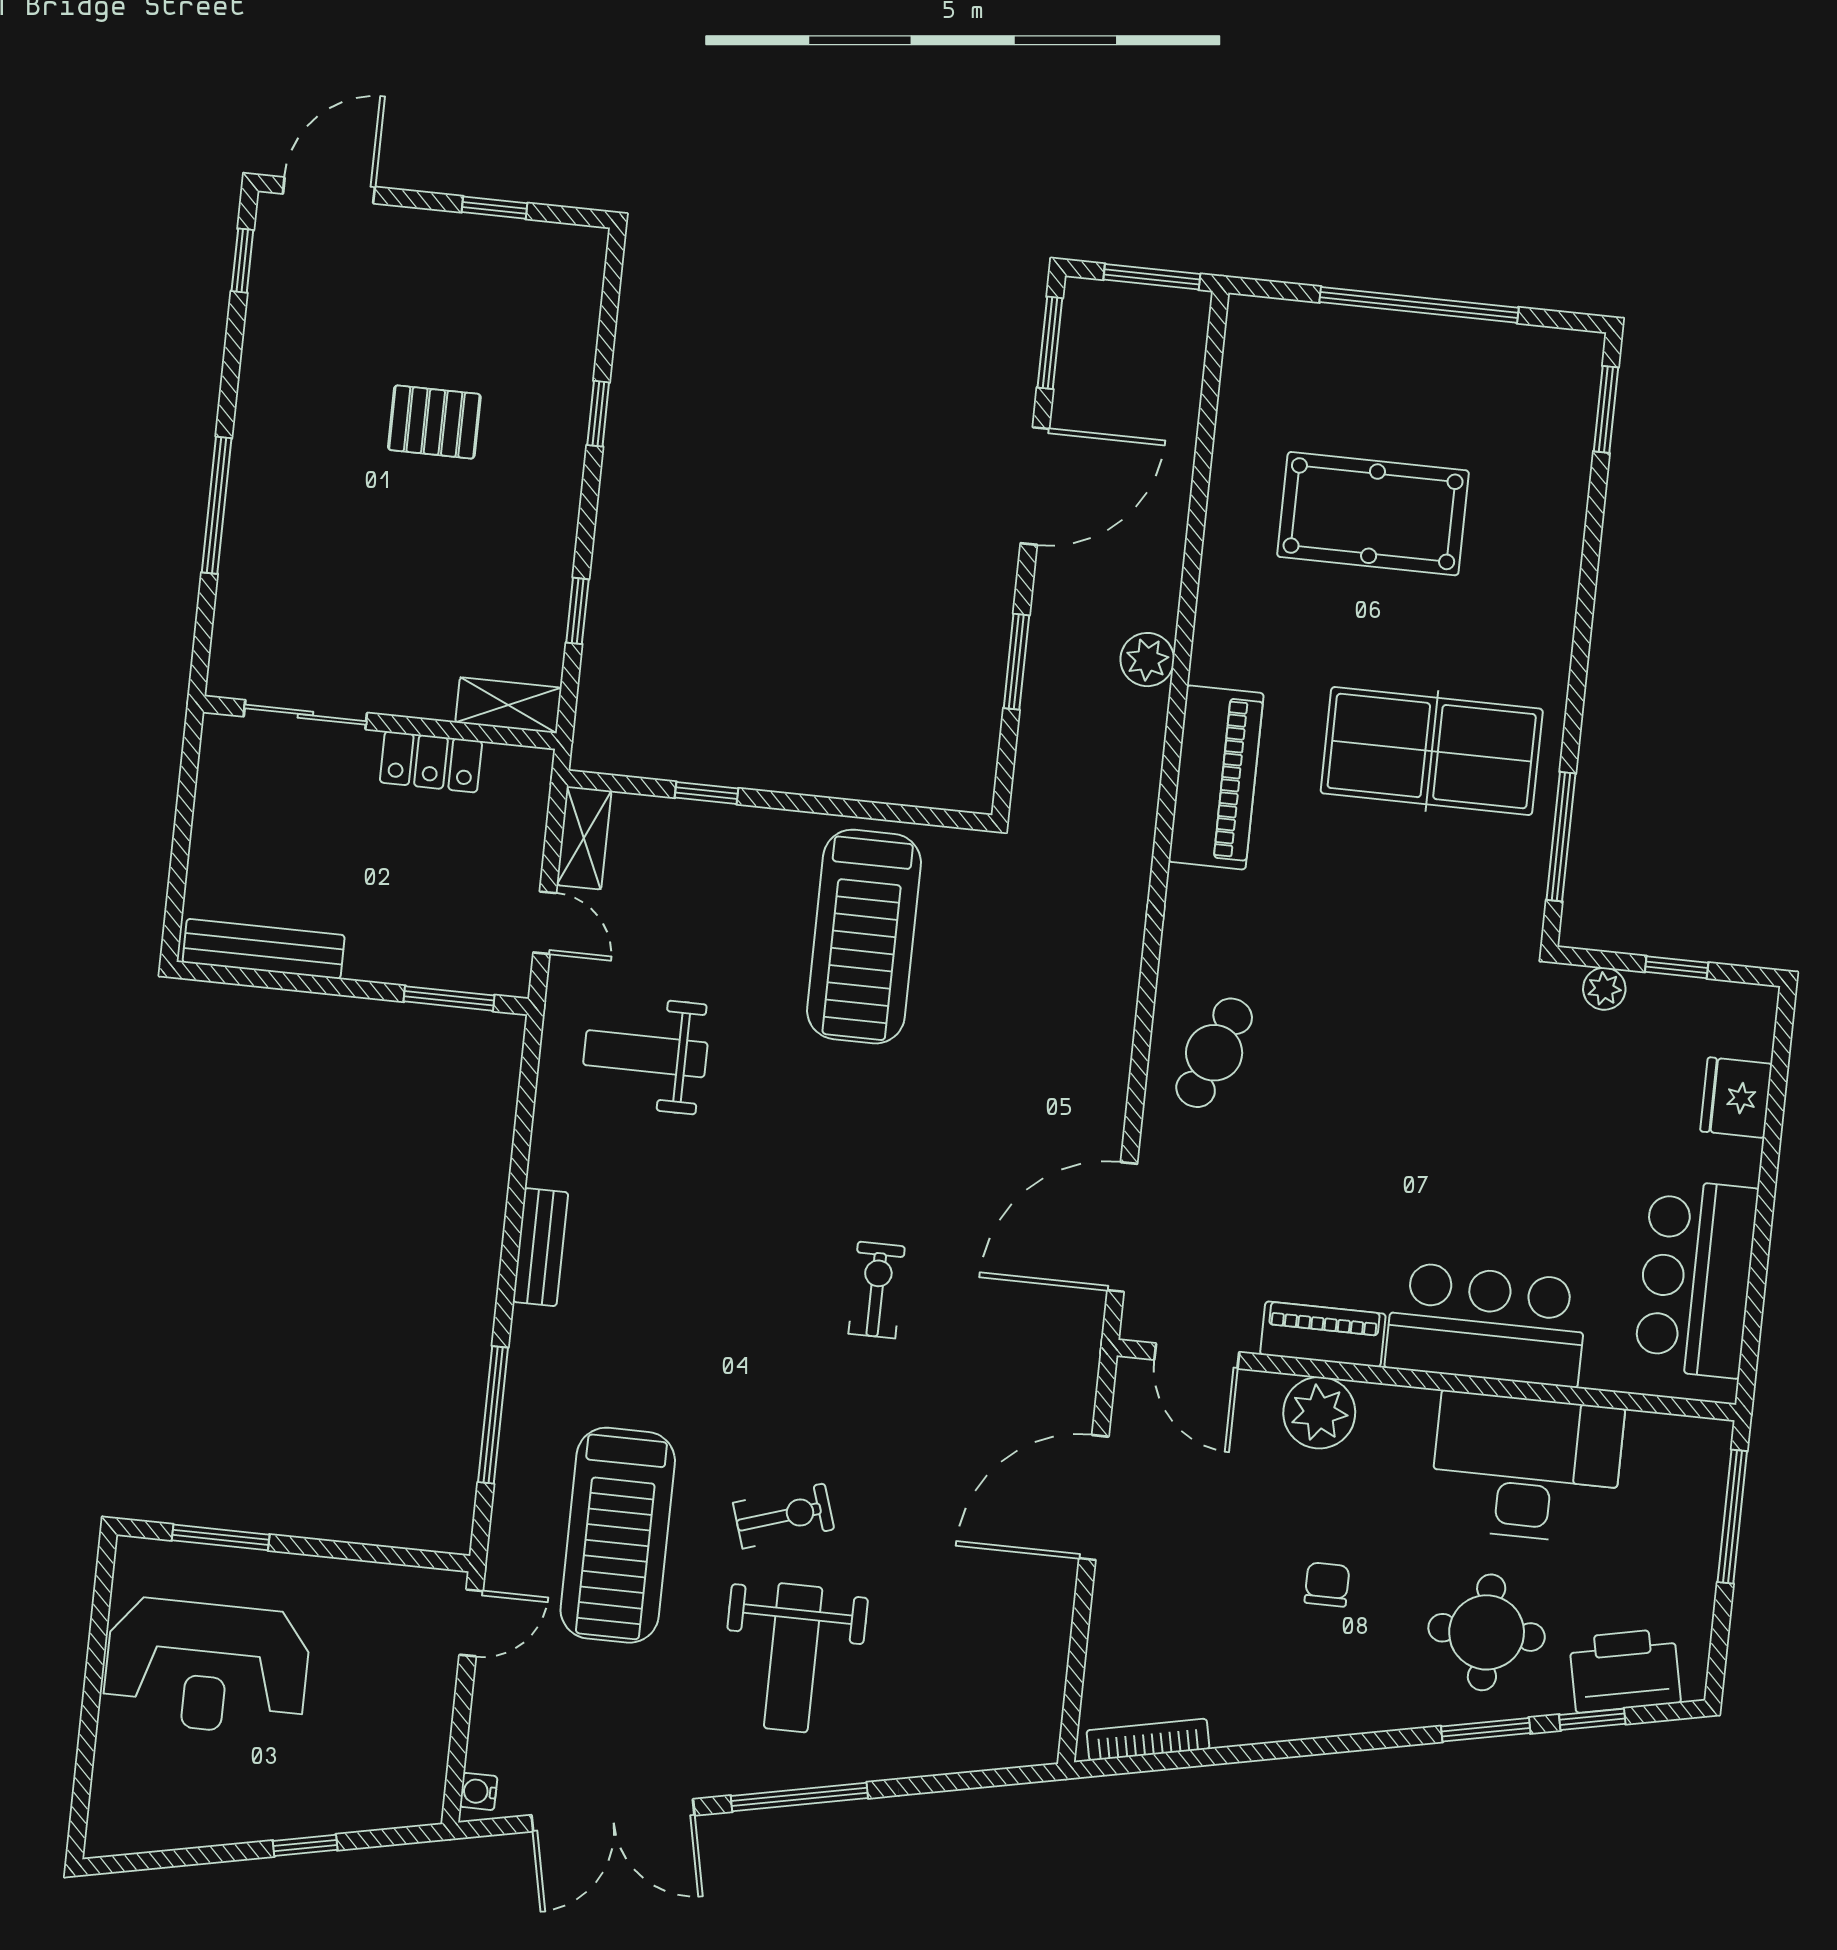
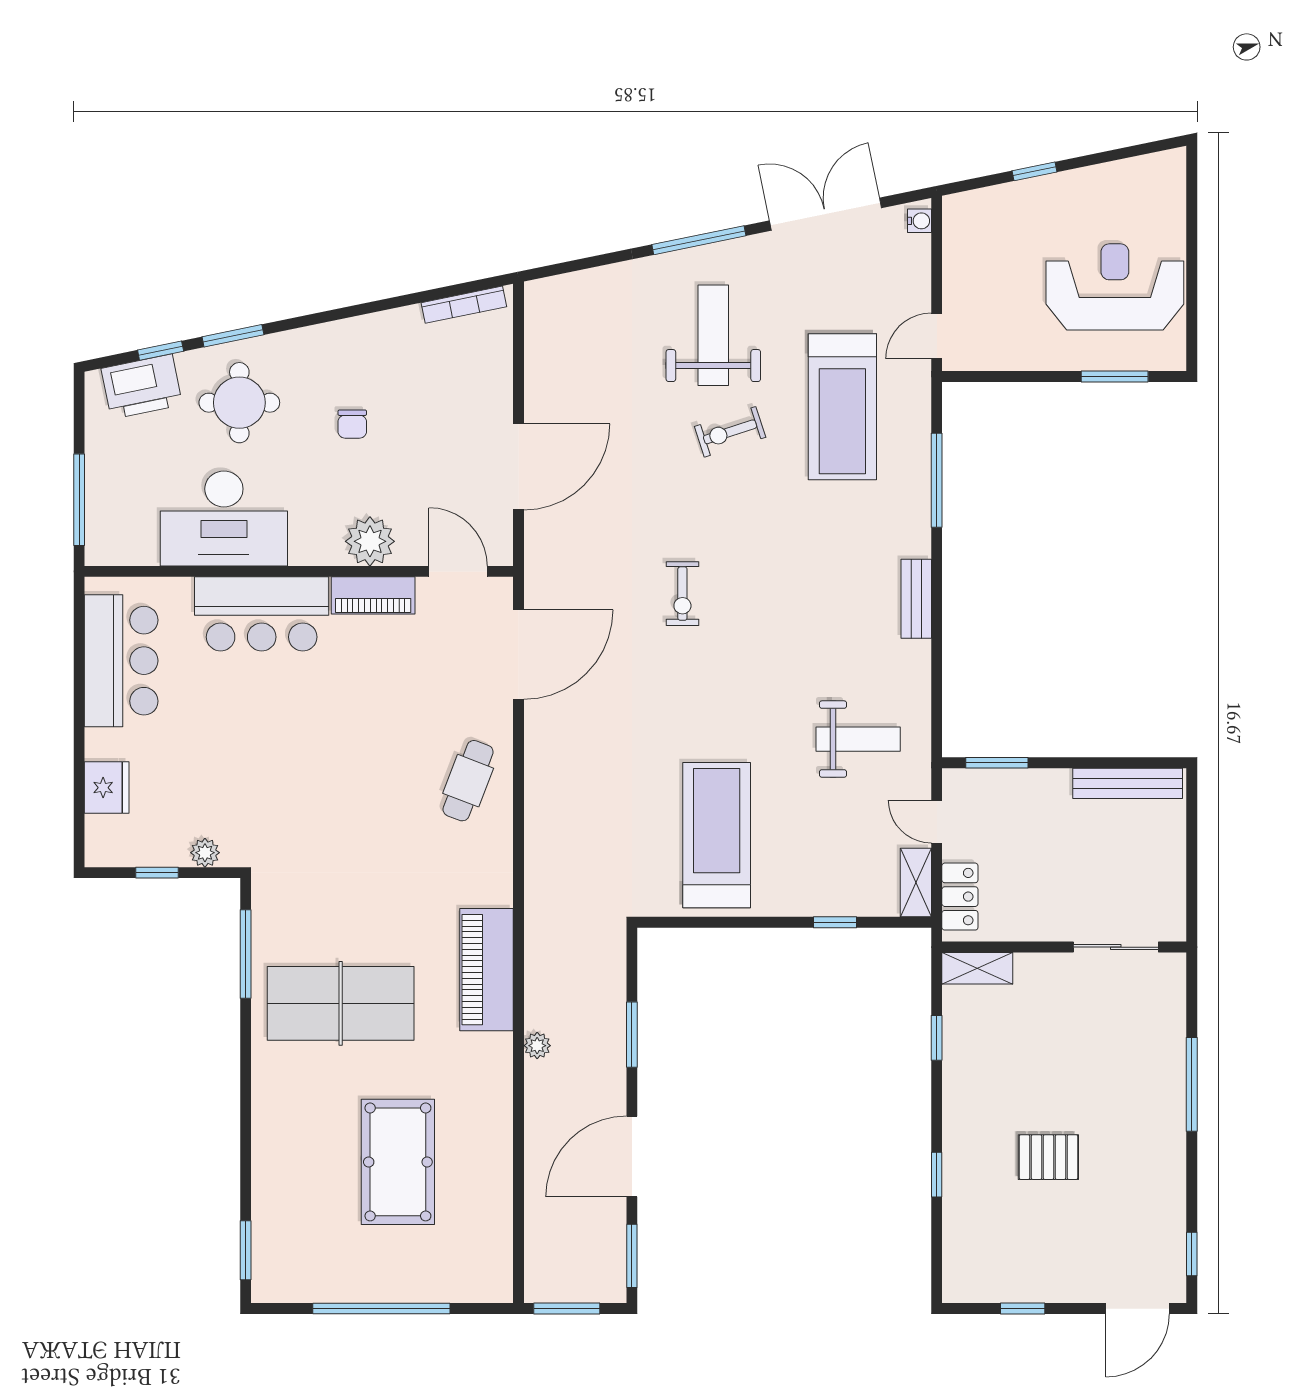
pool table: (1373, 514) -> (398, 1162), turned 90
plant: (1147, 660) -> (537, 1046), width x0.73, depth x0.73
locker: (431, 762) -> (960, 897), moved, turned 90
treadmill: (618, 1535) -> (842, 407), turned 180

